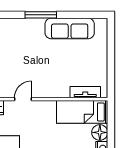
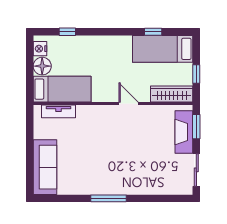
sofa: (70, 28) -> (45, 167), moved, turned 90
door: (23, 99) -> (129, 103), swing flipped

